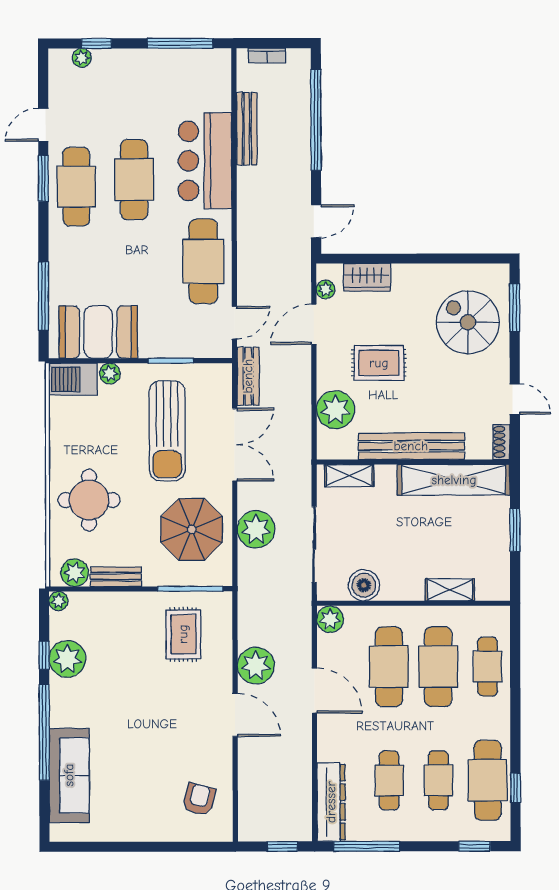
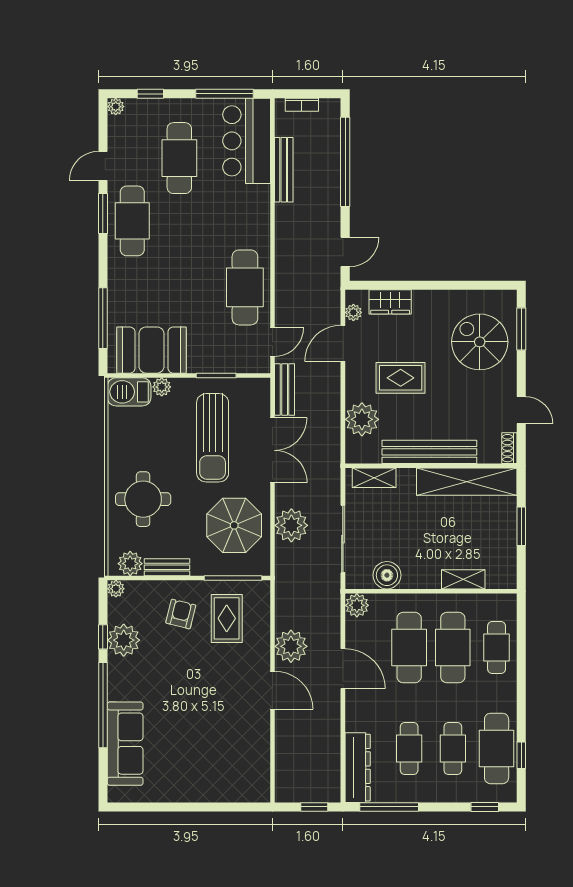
plant: (82, 58) -> (116, 107), moved
bar counter: (205, 161) -> (247, 141), moved
cafe table: (134, 180) -> (179, 158), moved
armchair: (199, 799) -> (181, 614), moved

